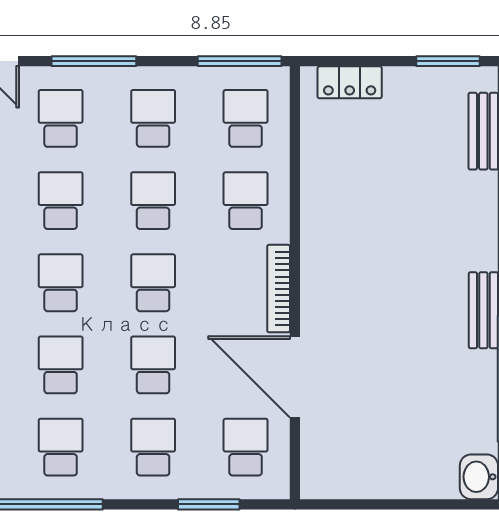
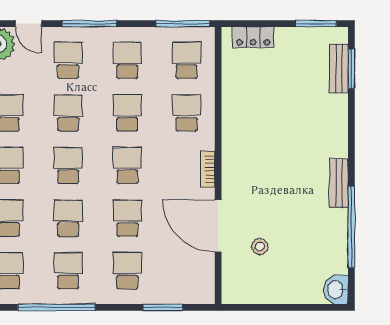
bookcase: (279, 289) -> (208, 169), width x0.64
stool: (360, 409) -> (260, 247), added
school desk: (246, 447) -> (187, 271), removed

